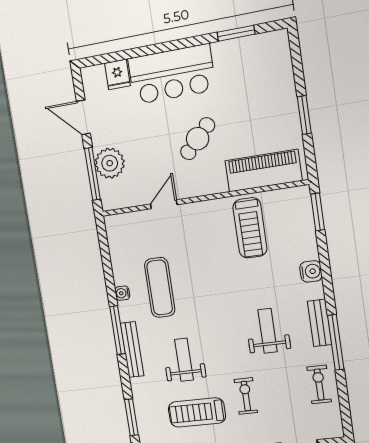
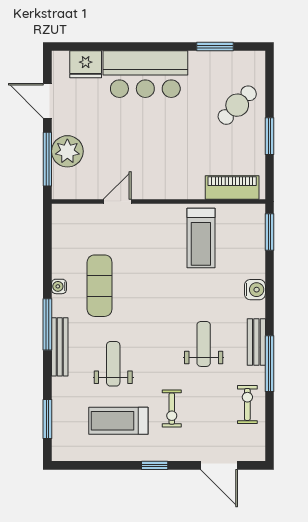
fridge: (117, 74) -> (86, 64), width x1.38
cafe table: (198, 139) -> (237, 105), moved
piano: (263, 171) -> (232, 187), width x0.73, depth x0.75
exercise bike: (246, 396) -> (172, 409), turned 180

